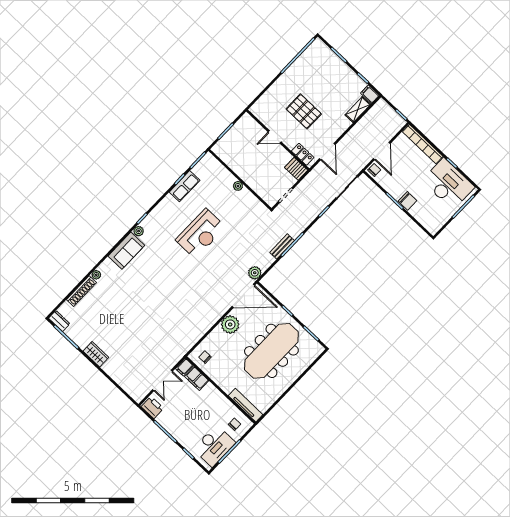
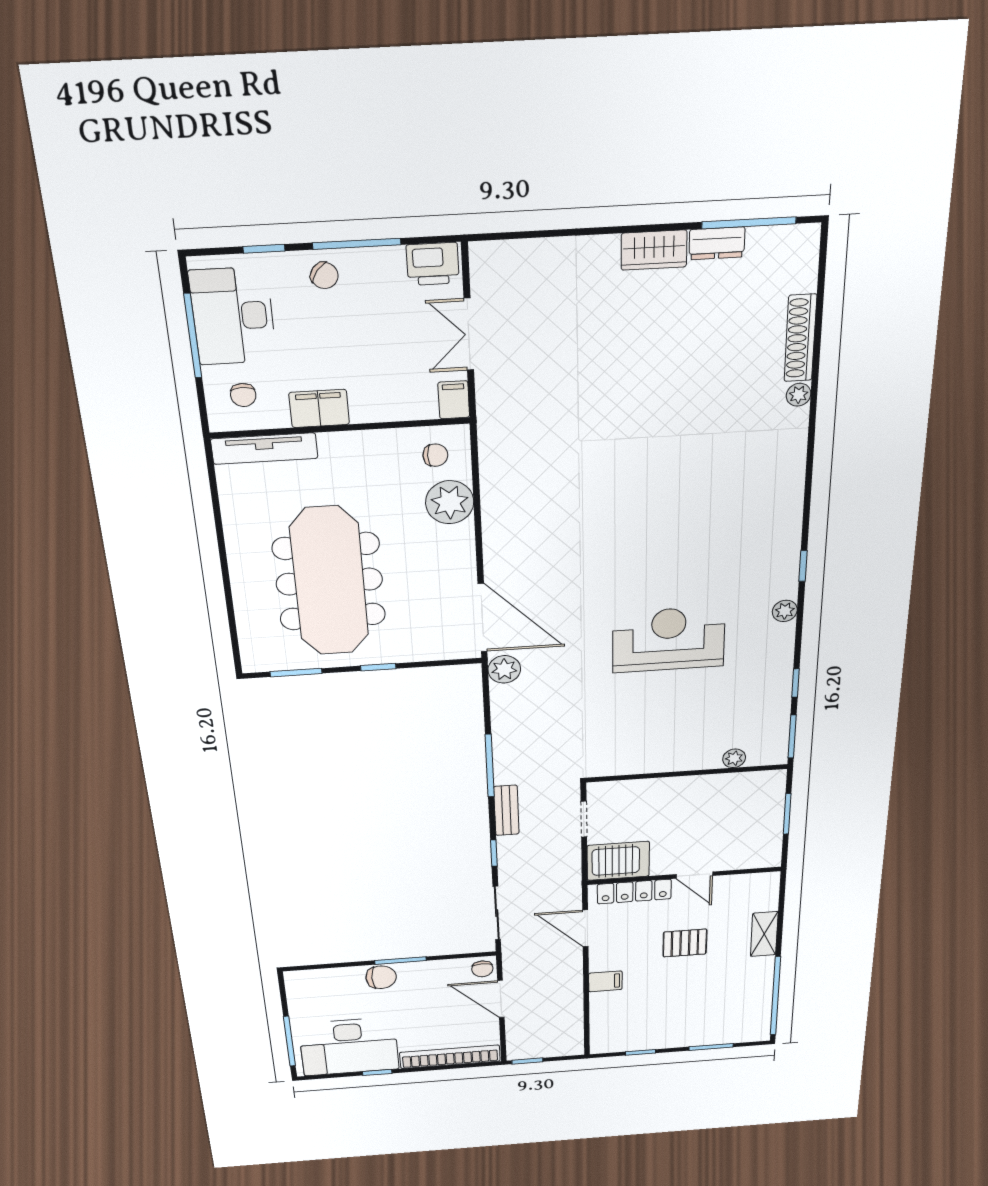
filing cabinet: (370, 94) -> (605, 981), moved
shelving: (358, 110) -> (764, 934), moved
pallet: (304, 111) -> (685, 943), width x0.67, depth x0.71
door: (275, 137) -> (694, 875), swing flipped
locker: (303, 154) -> (634, 892), width x1.53
server rack: (296, 169) -> (618, 861), width x1.36, depth x1.44
row of seats: (185, 186) -> (775, 681), removed
plant: (238, 186) -> (734, 758), moved
chair: (407, 201) -> (381, 977), turned 180
plant: (139, 231) -> (785, 611), moved
reception desk: (201, 233) -> (669, 639), turned 90
bench: (282, 246) -> (506, 810), moved
sofa: (126, 251) -> (780, 489), removed
door: (243, 296) -> (482, 618), swing flipped
dresser: (59, 321) -> (717, 243), moved
plant: (230, 324) -> (450, 502), moved
filing cabinet: (197, 379) -> (319, 408), moved
chair: (181, 432) -> (324, 275), added

